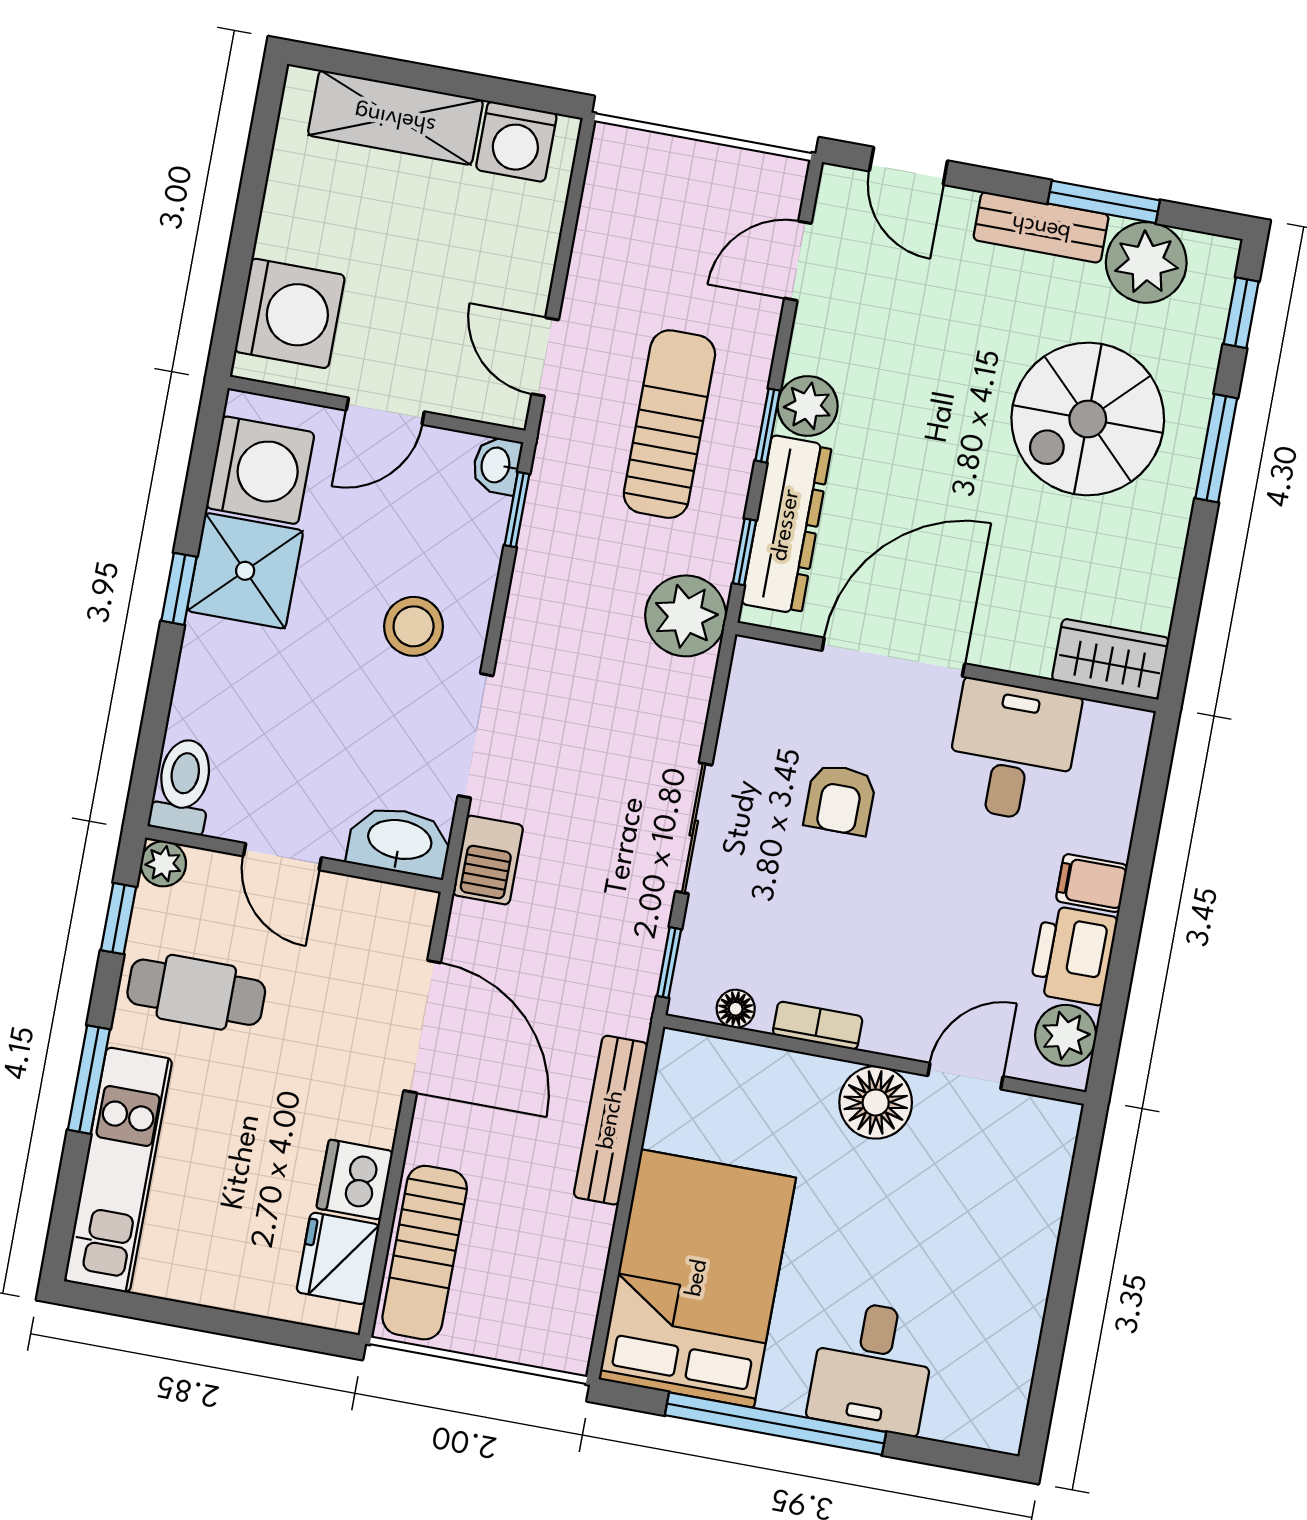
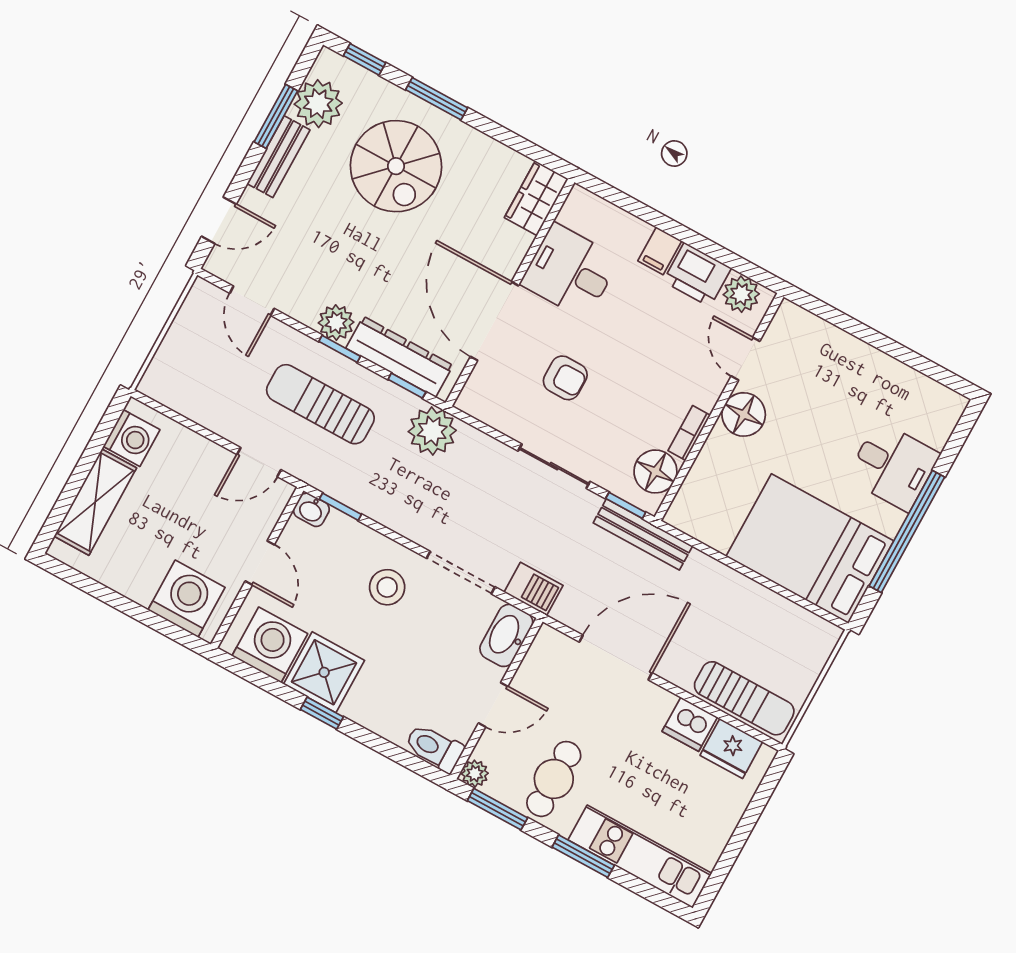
window: (118, 919) -> (497, 809), width x1.50
floor lamp: (736, 1009) -> (655, 471), width x1.89, depth x1.89
bench: (611, 1120) -> (643, 534), moved

